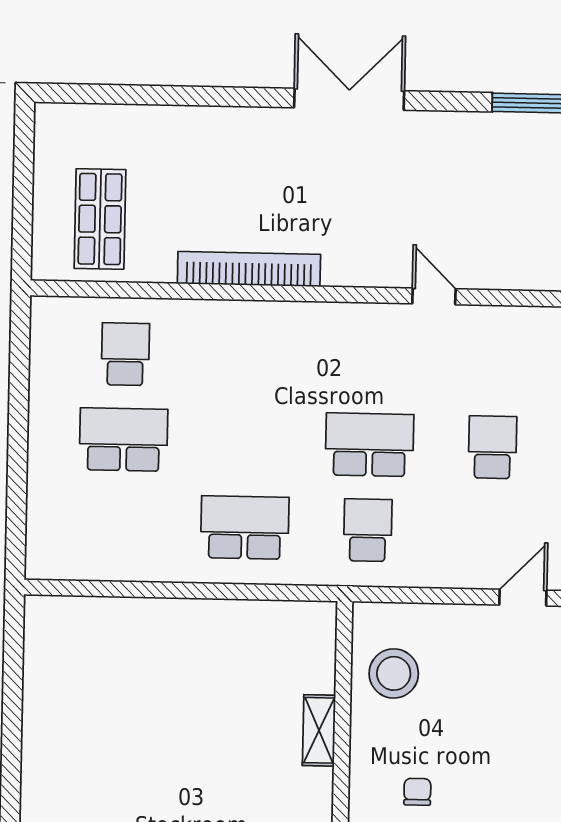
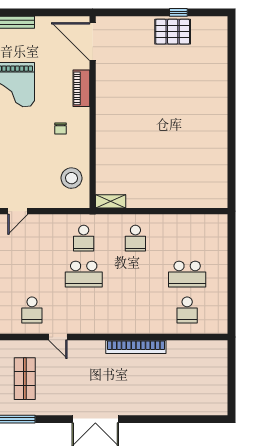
shop shelf: (100, 219) -> (25, 379), moved
school desk: (493, 447) -> (32, 310), moved
school desk: (245, 527) -> (135, 238), width x0.54
shelving: (319, 730) -> (111, 201), moved, turned 90

